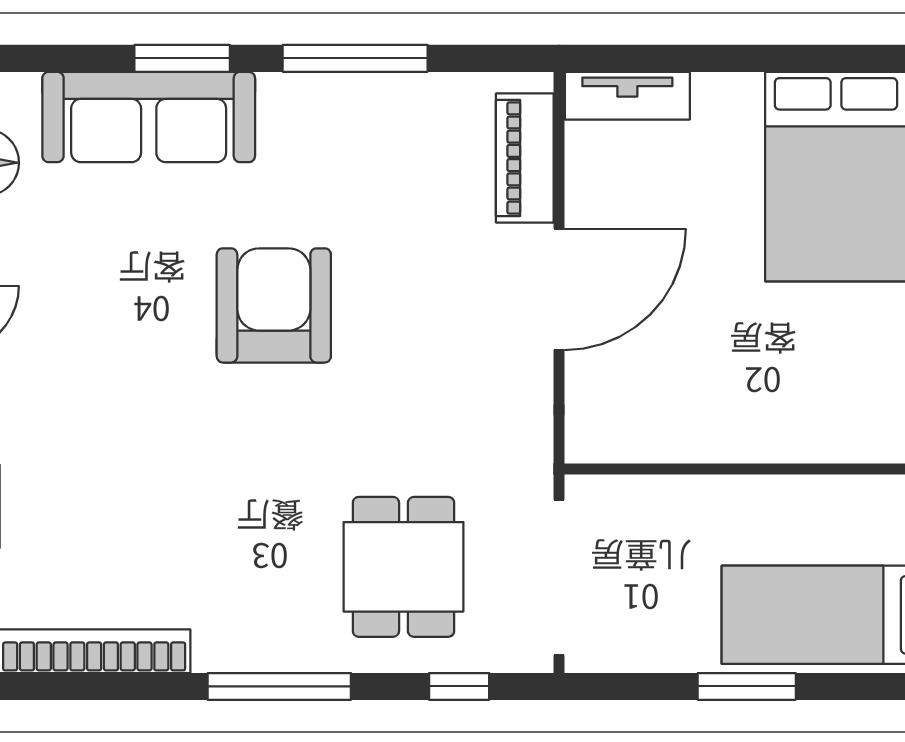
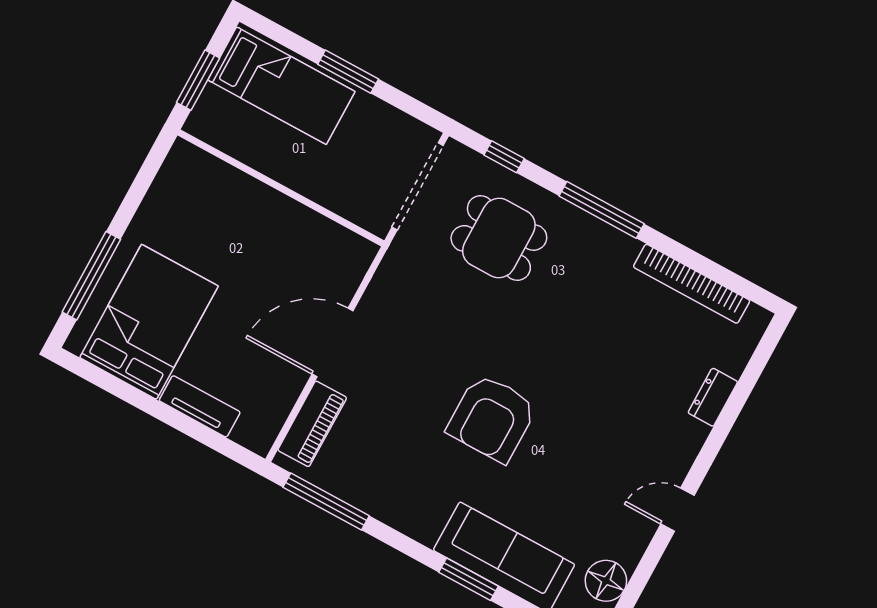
window: (355, 58) -> (326, 502), moved
tv unit: (627, 96) -> (200, 406), moved
dining table: (403, 567) -> (499, 238), turned 90

